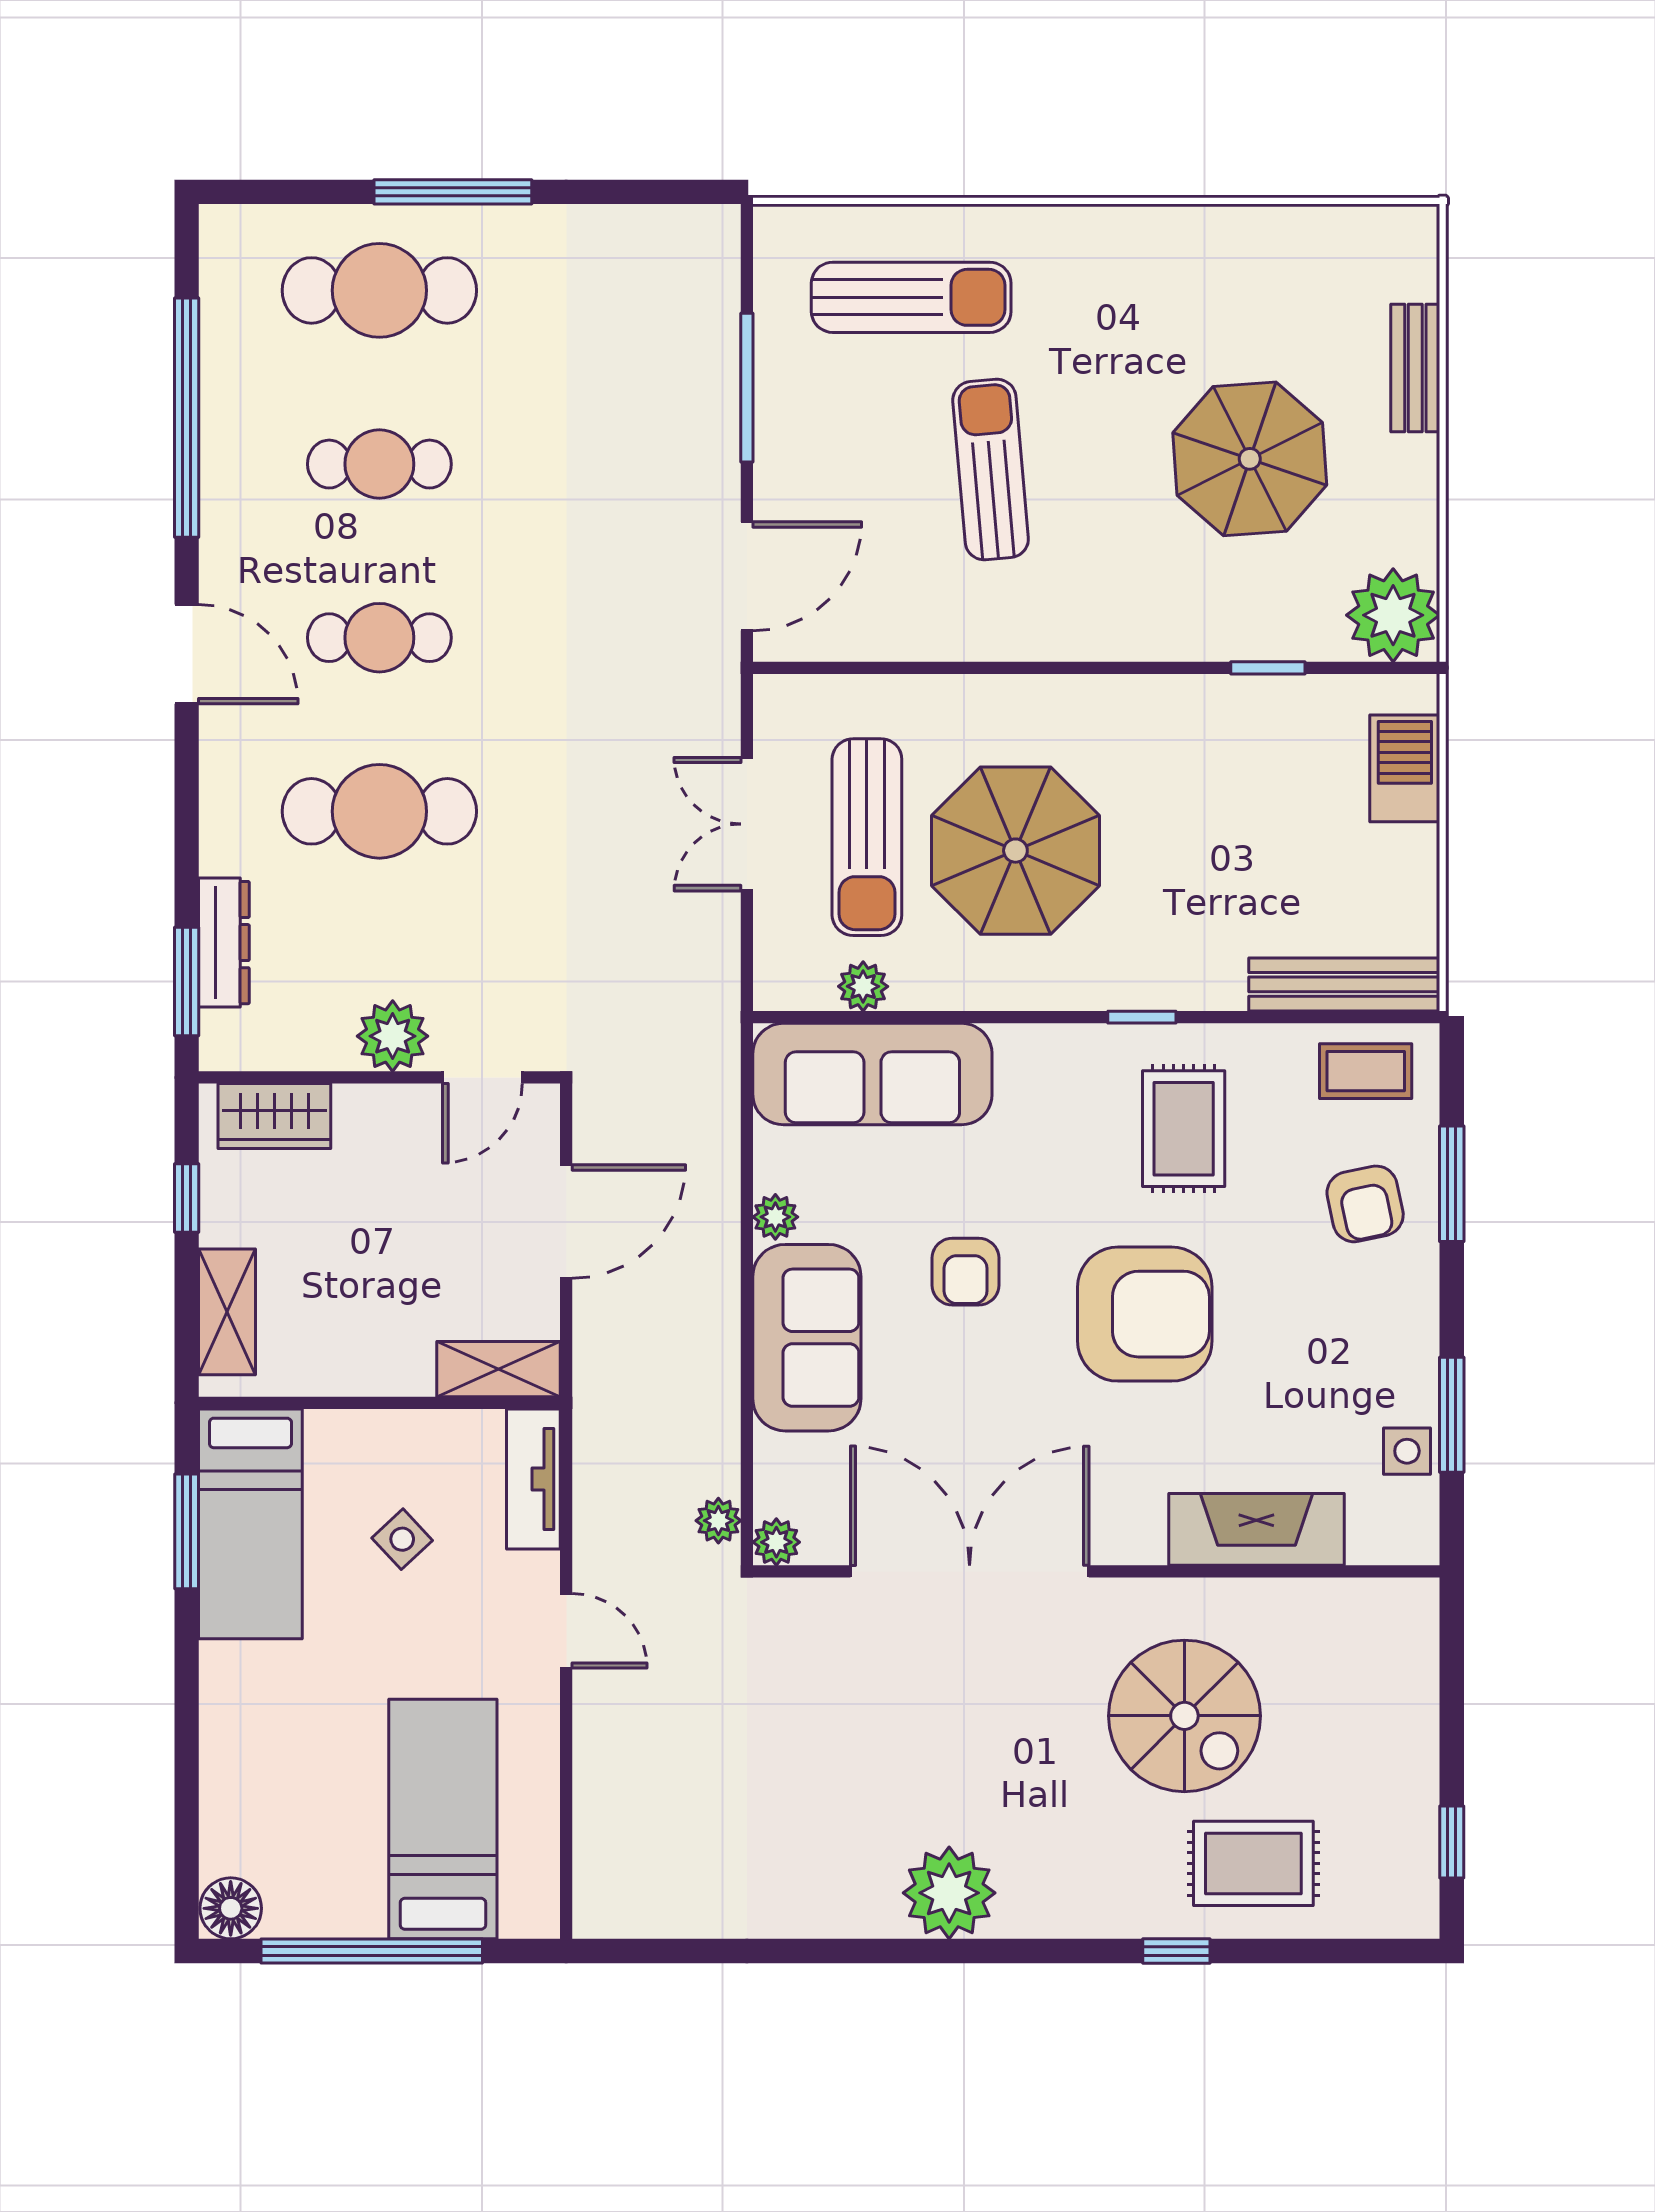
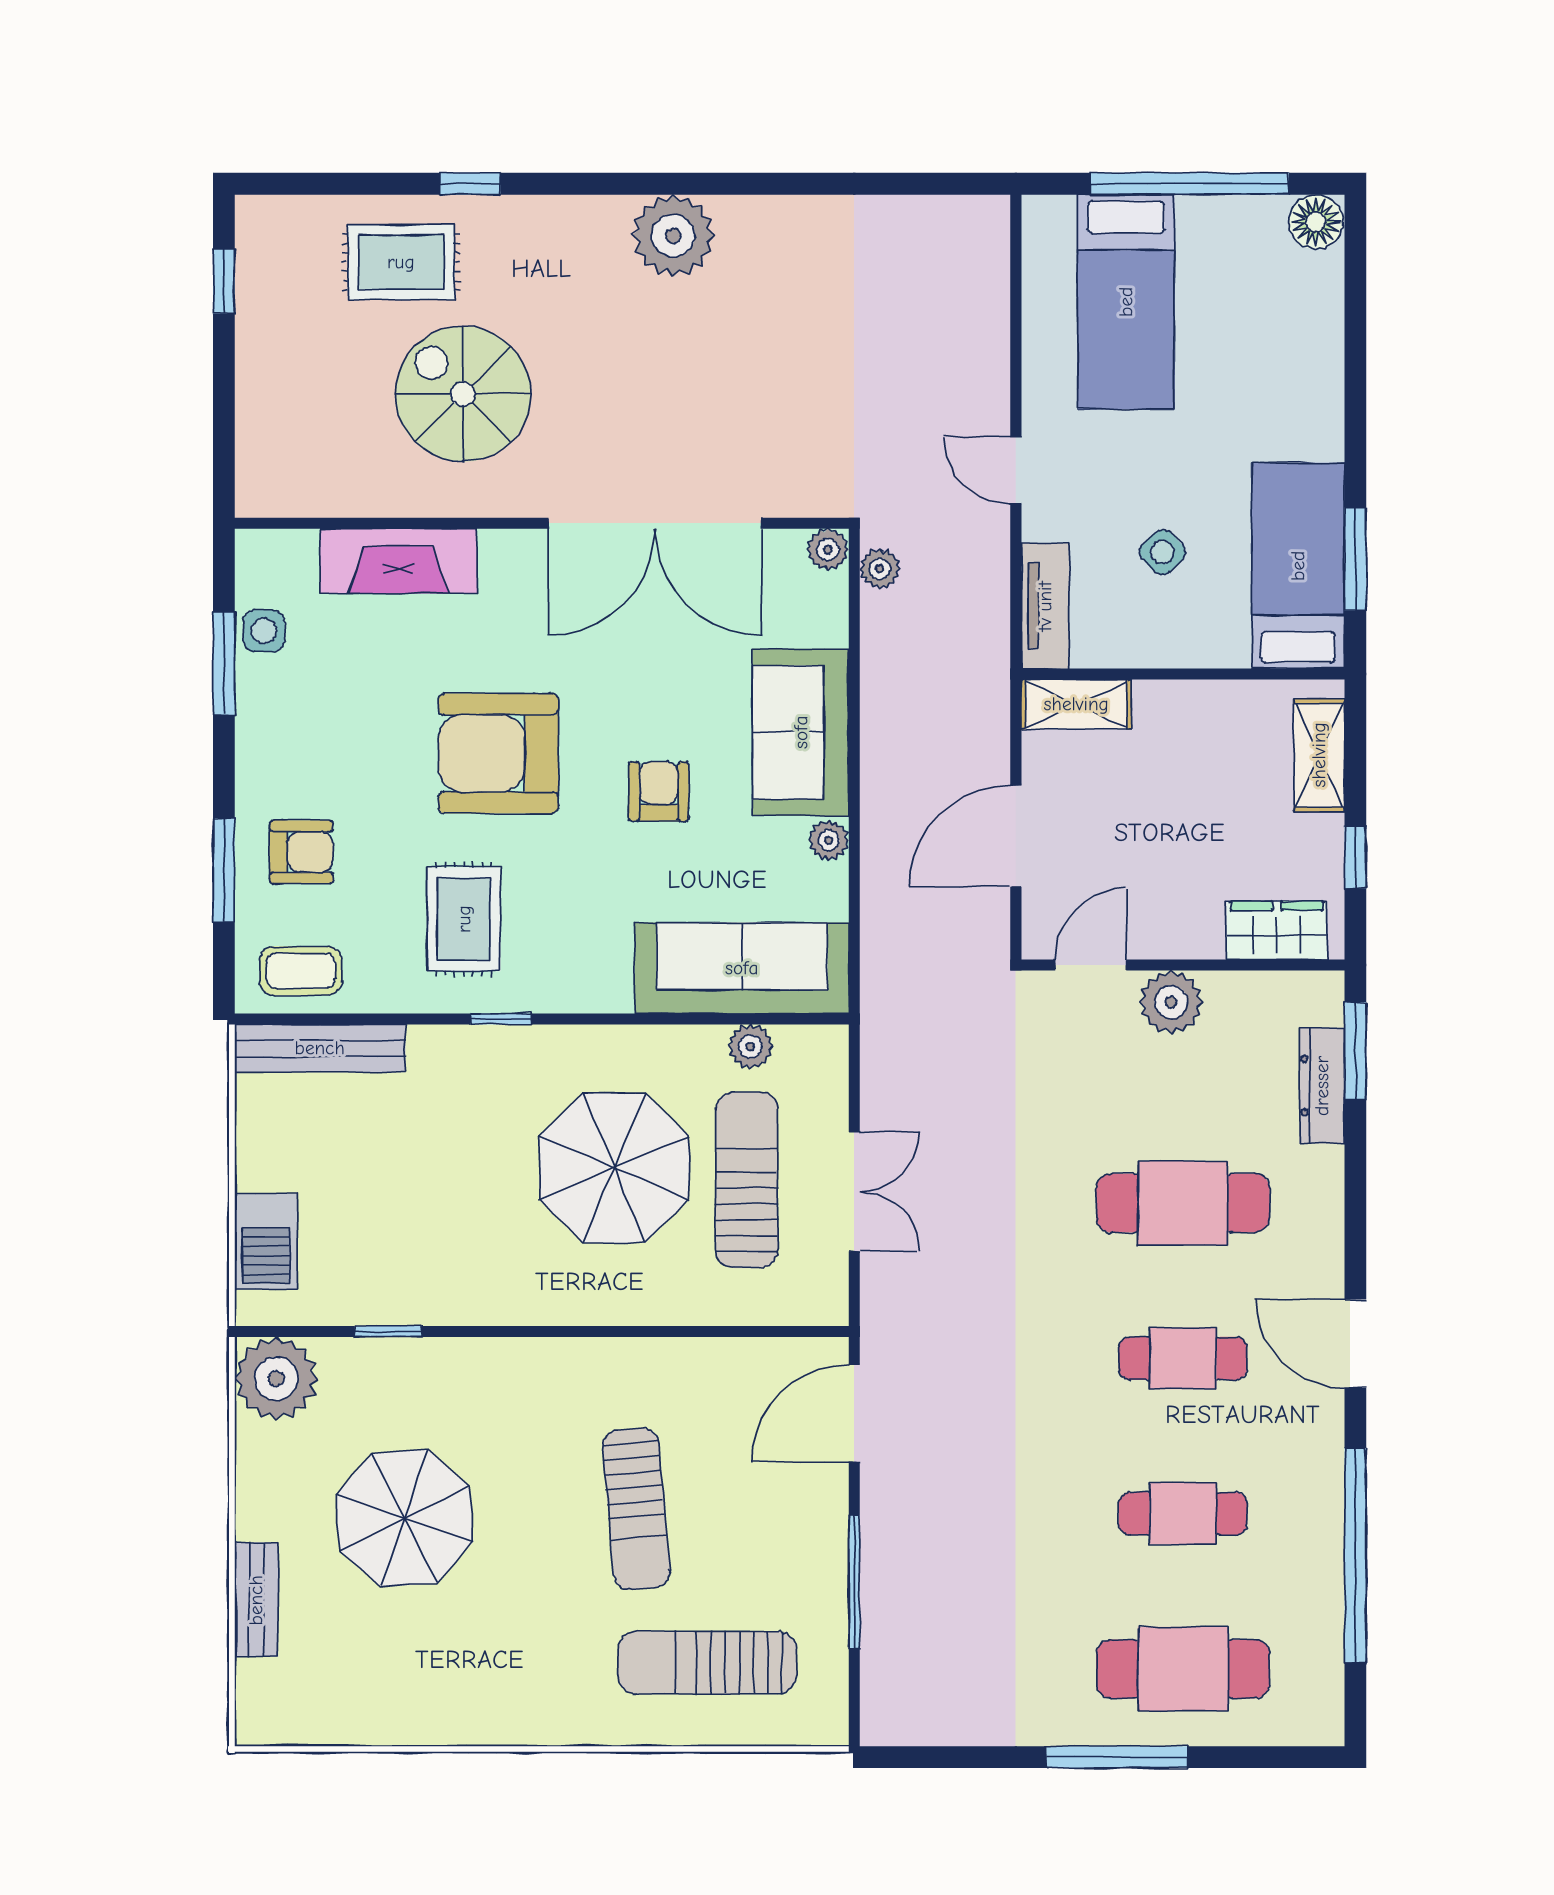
armchair: (1365, 1204) -> (301, 852), turned 102

